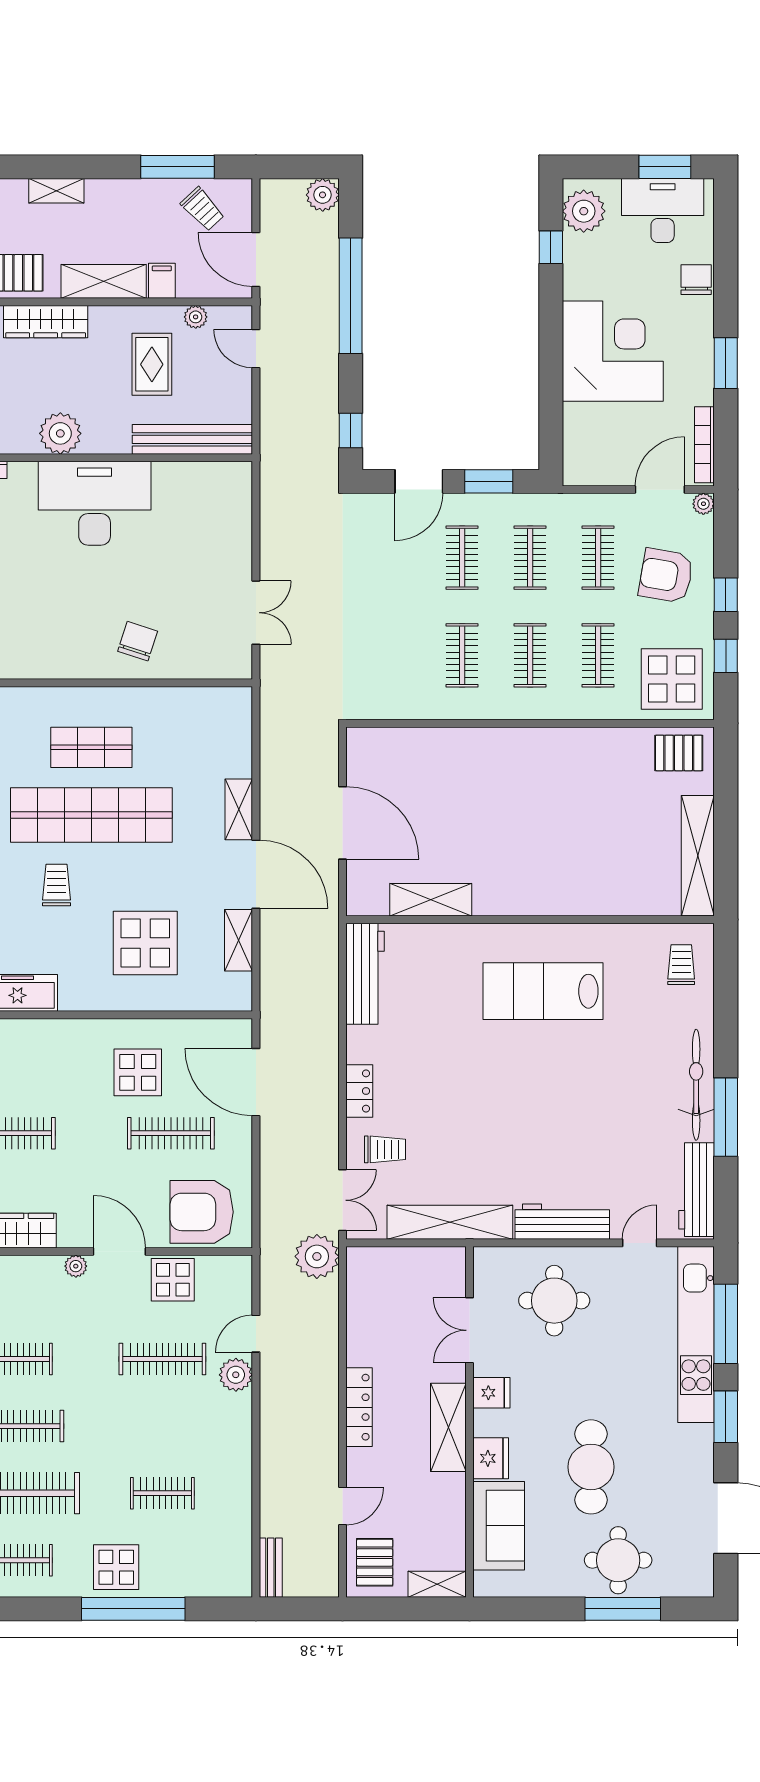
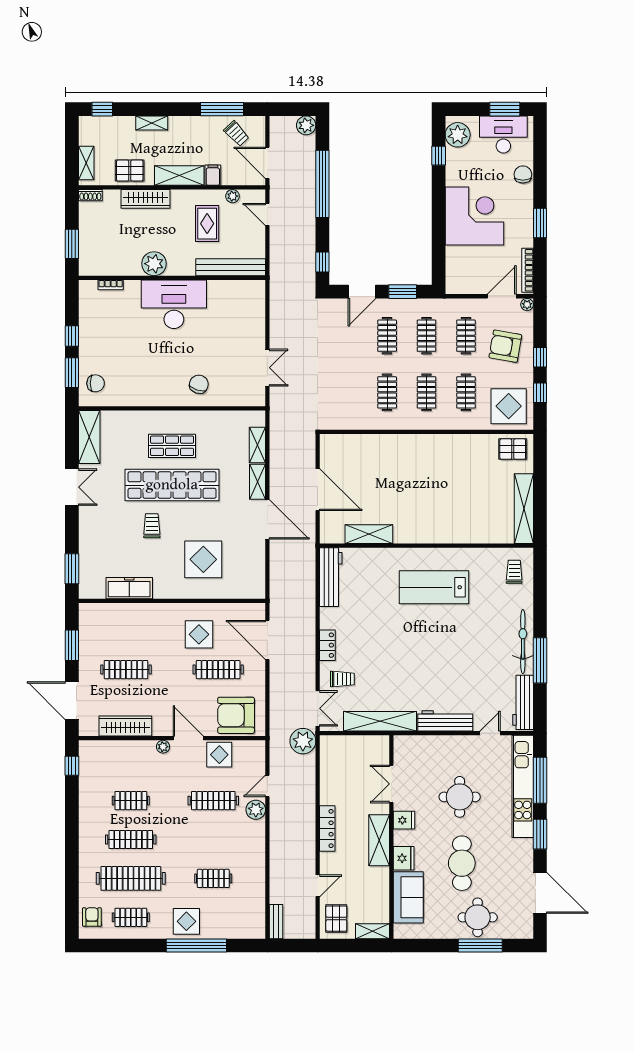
shelving: (239, 940) -> (257, 445), moved
round table: (554, 1301) -> (460, 797), moved

